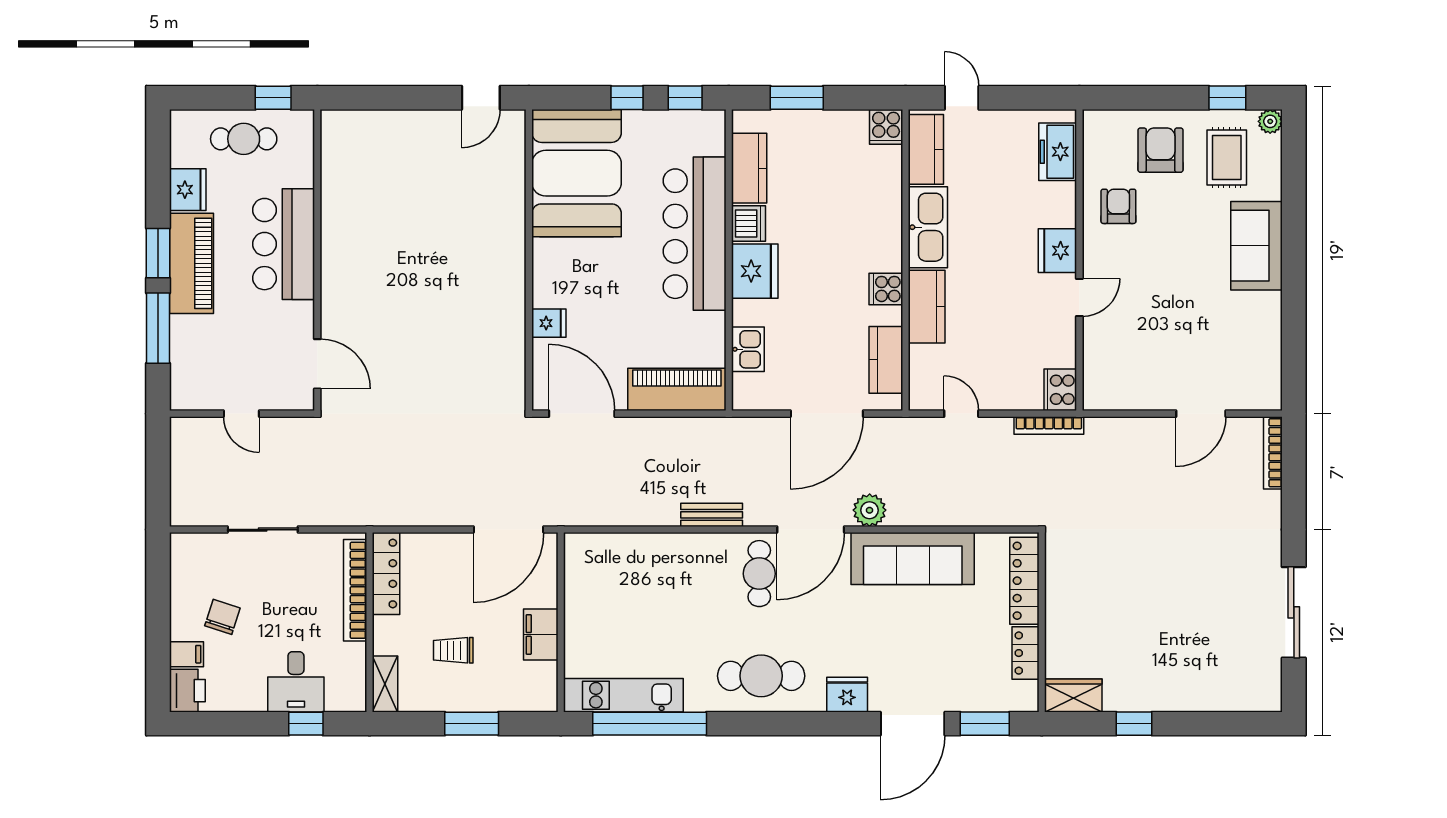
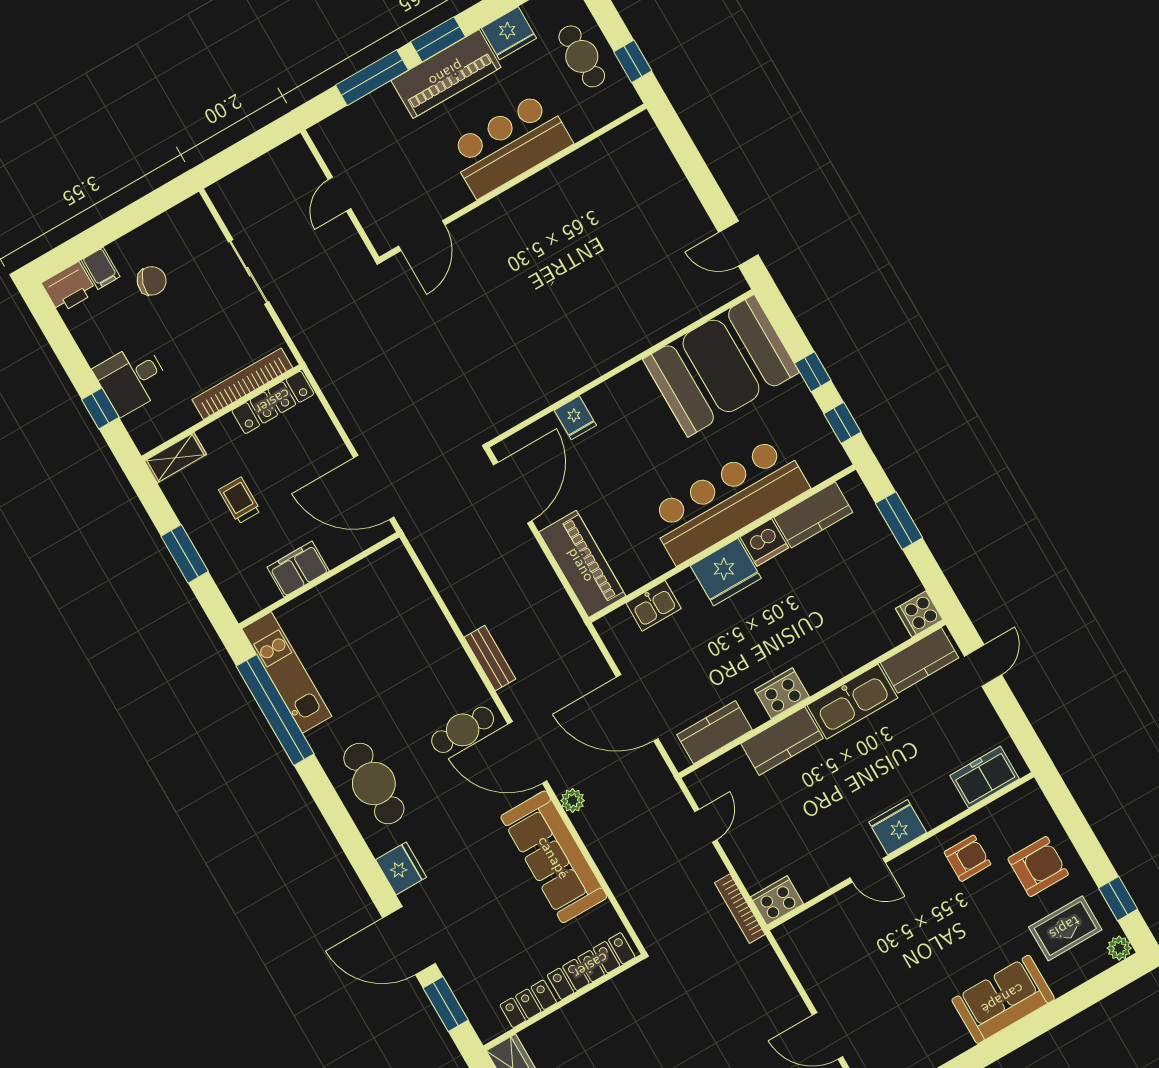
cooker: (886, 289) -> (782, 693), width x1.36
plant: (870, 510) -> (573, 801), width x0.73, depth x0.73

